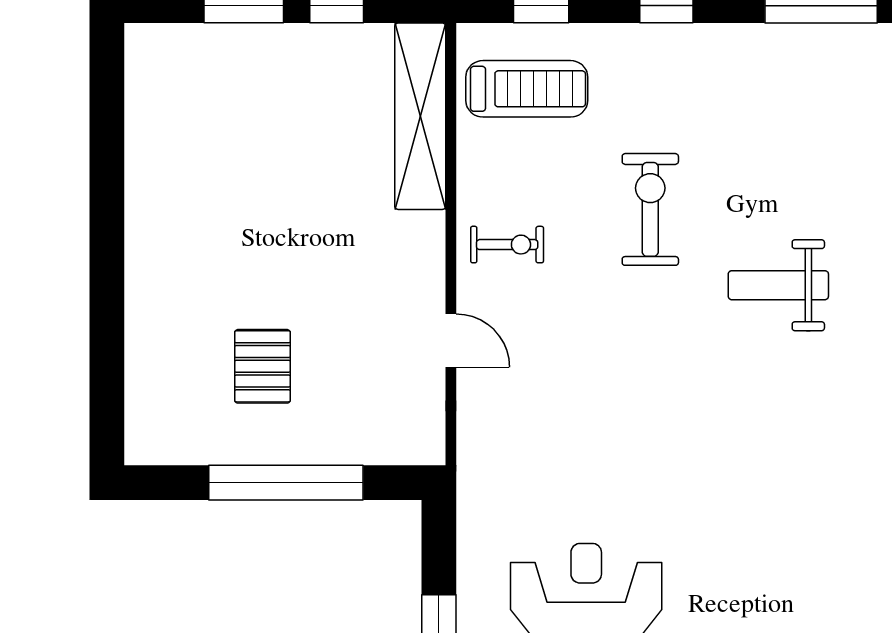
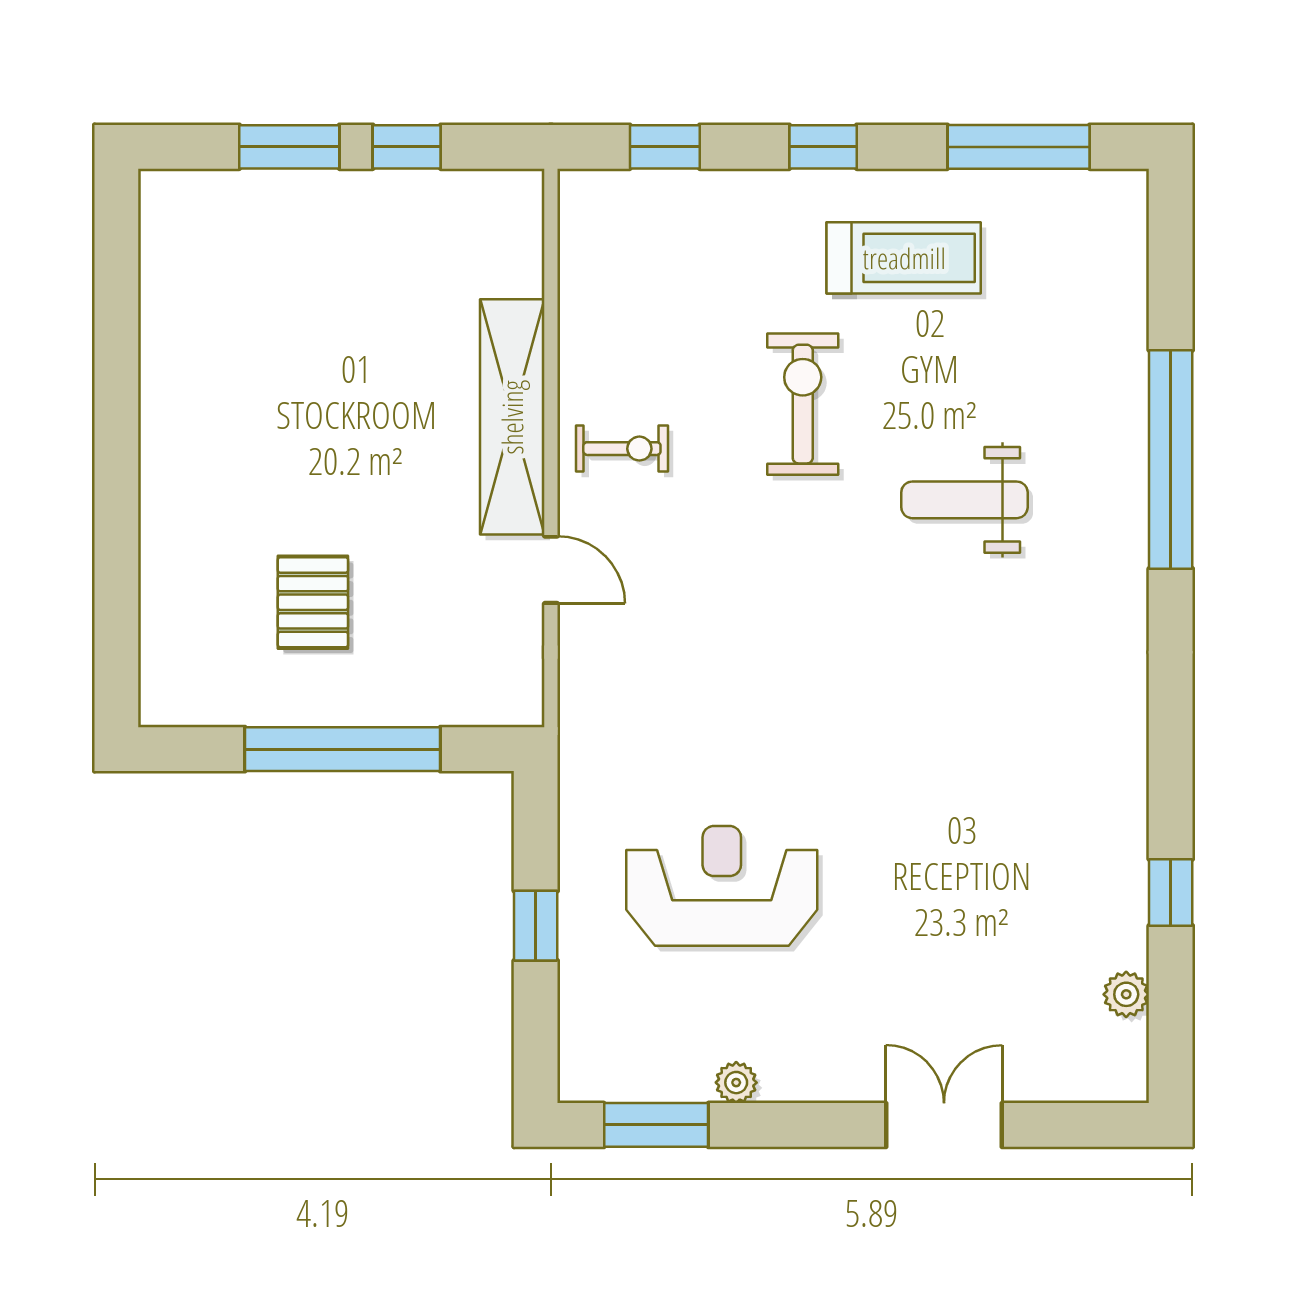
treadmill: (527, 89) -> (904, 258), moved
shelving: (420, 116) -> (512, 417), moved

